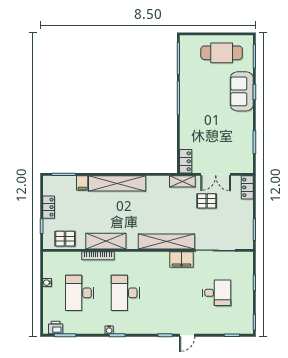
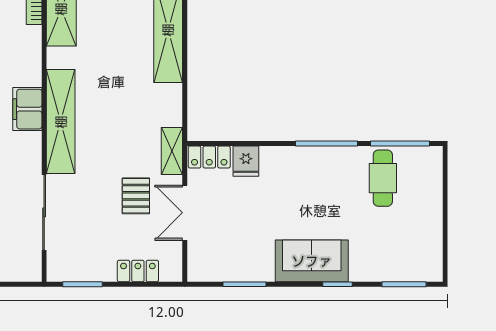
cafe table: (222, 53) -> (383, 178), moved, width x0.73, depth x0.74
sofa: (242, 91) -> (312, 261), moved
fridge: (188, 141) -> (246, 161), added
locker: (247, 187) -> (138, 271), moved
filing cabinet: (181, 259) -> (27, 109), moved

